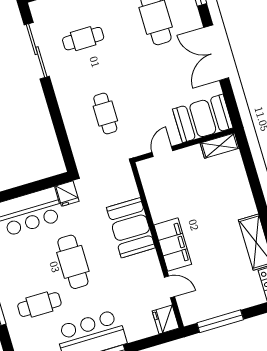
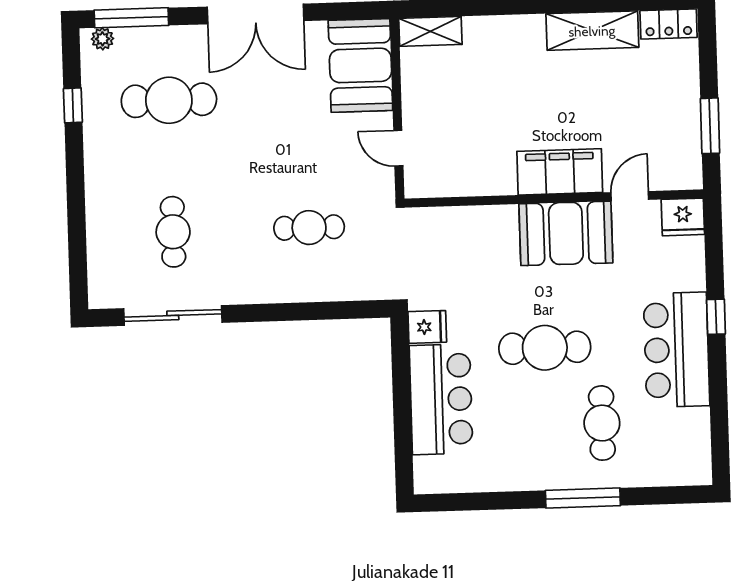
shelving: (220, 146) -> (430, 31), moved, turned 90
booth: (131, 228) -> (566, 233), moved
window: (220, 321) -> (710, 126), width x0.69

